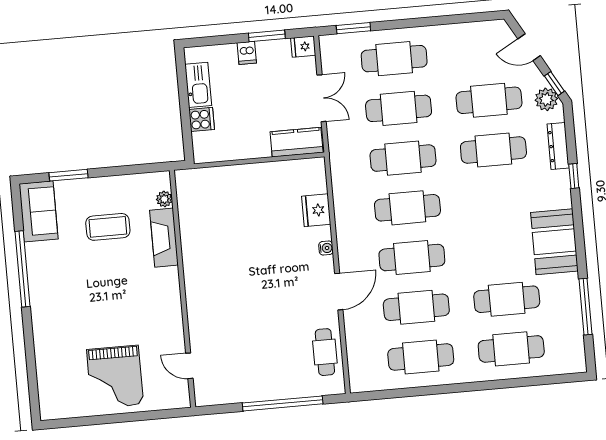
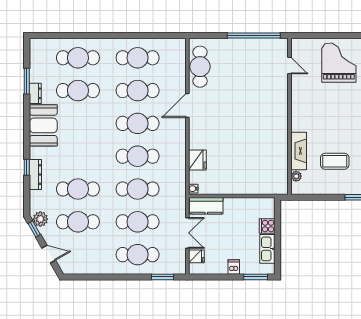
window: (267, 36) -> (256, 277), moved
fridge: (303, 47) -> (196, 256), moved
double door: (322, 98) -> (187, 233), swing flipped
dresser: (558, 146) -> (35, 175), moved
water cooler: (326, 248) -> (193, 189), moved
dresser: (571, 289) -> (35, 93), added
window: (585, 307) -> (27, 81), width x0.69
cafe table: (325, 352) -> (200, 67), width x1.37, depth x1.35
window: (283, 403) -> (254, 35), moved

